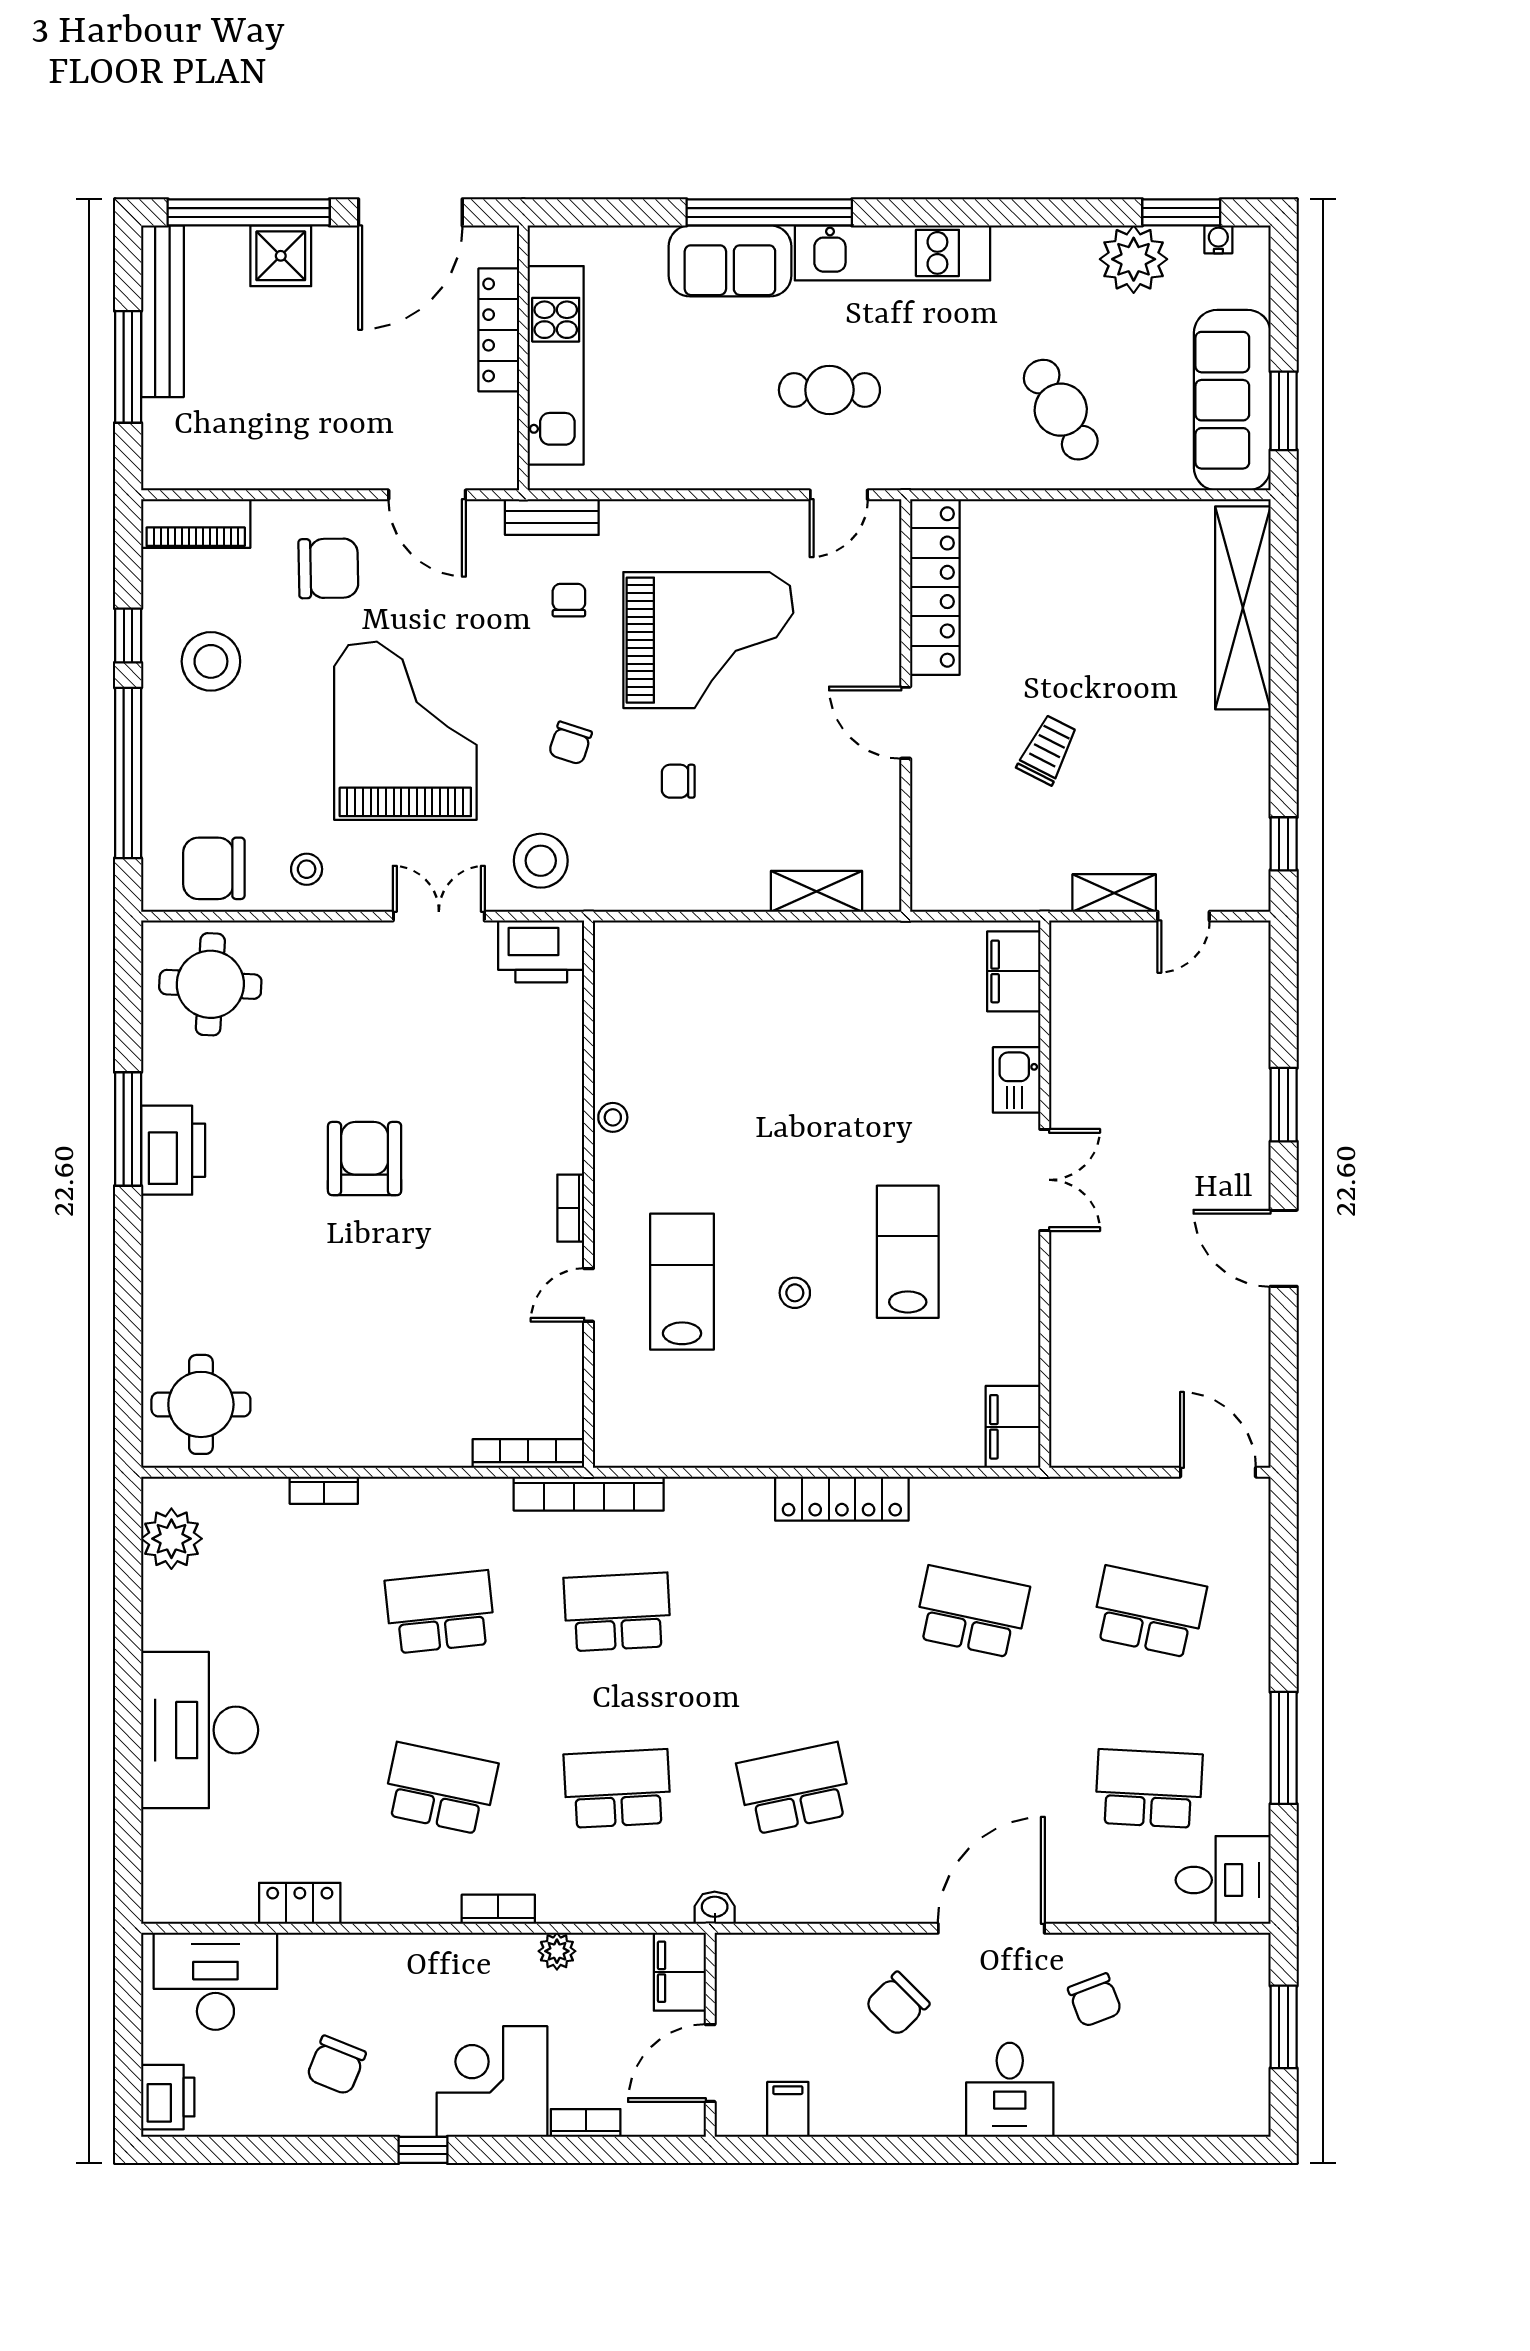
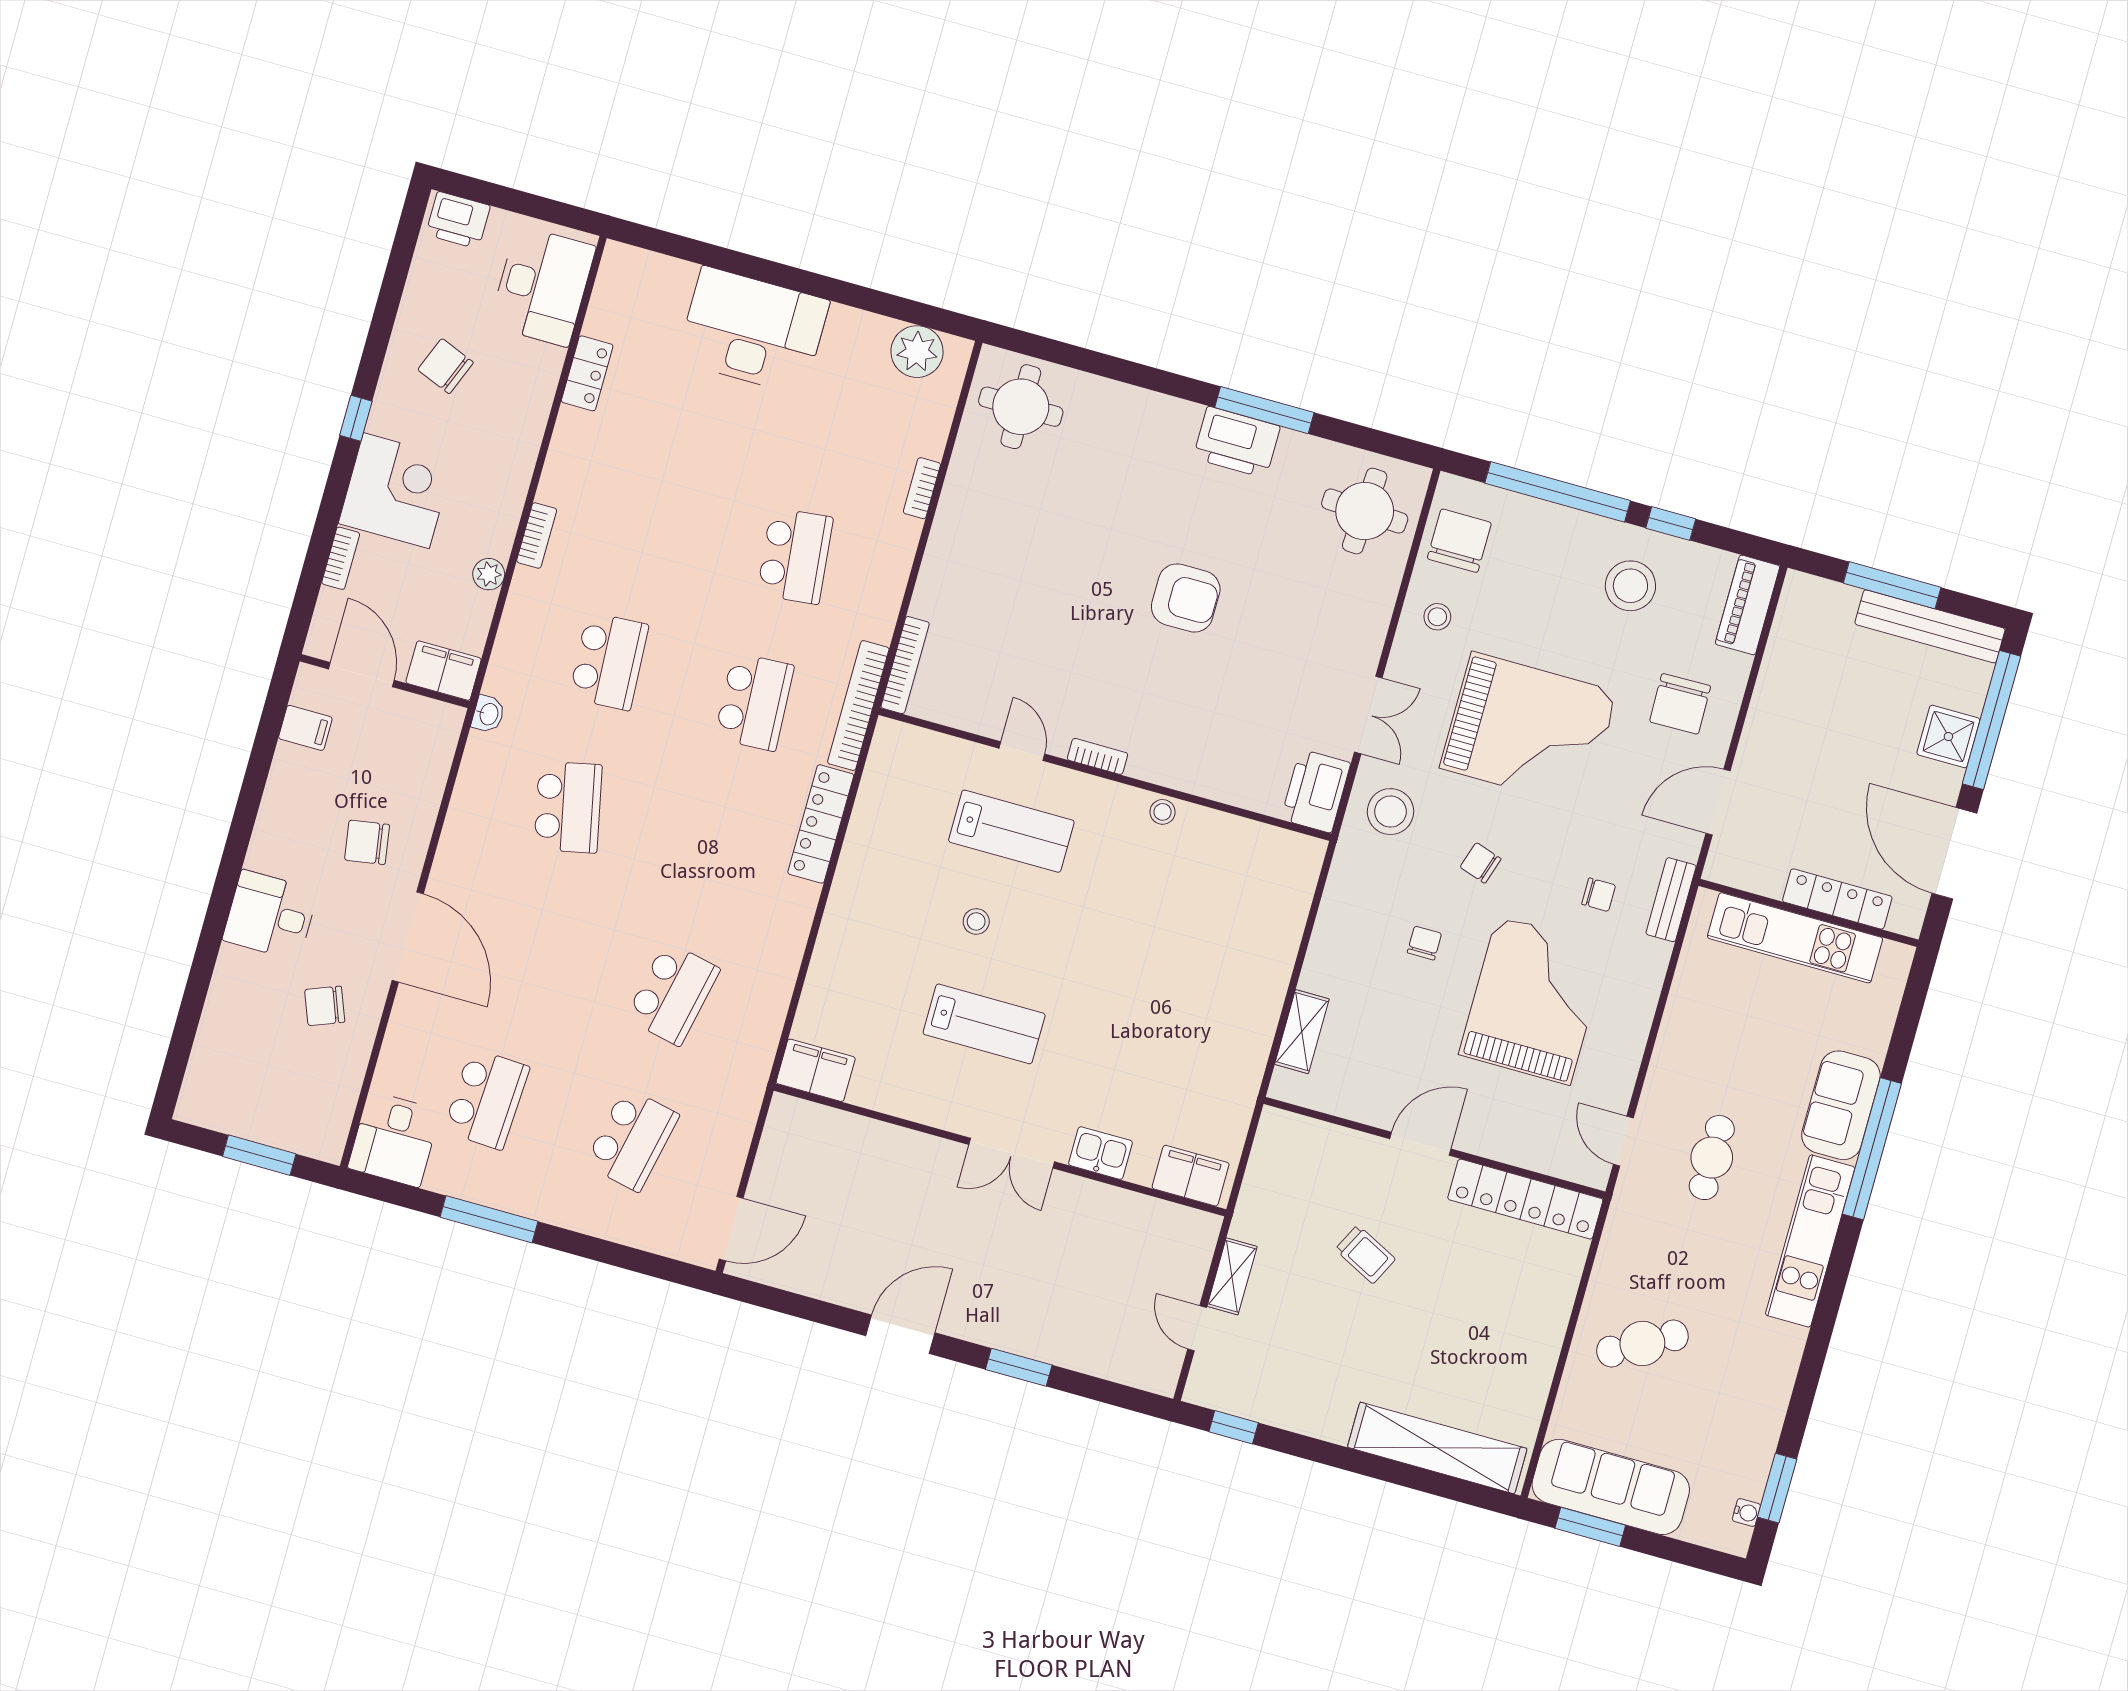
plant: (1134, 259) -> (1750, 1438), removed
grand piano: (708, 640) -> (1534, 1000), turned 180
locker: (842, 1499) -> (821, 824), moved
school desk: (440, 1789) -> (649, 515), removed
chair: (897, 2004) -> (367, 842), turned -54

